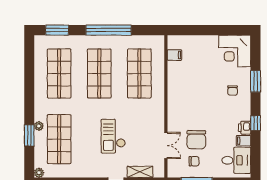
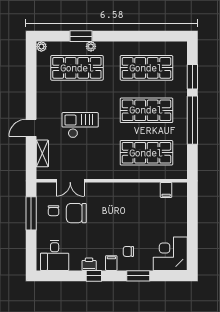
window: (57, 30) -> (192, 77), moved
filing cabinet: (244, 141) -> (111, 263), moved

